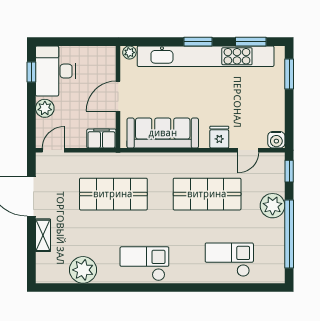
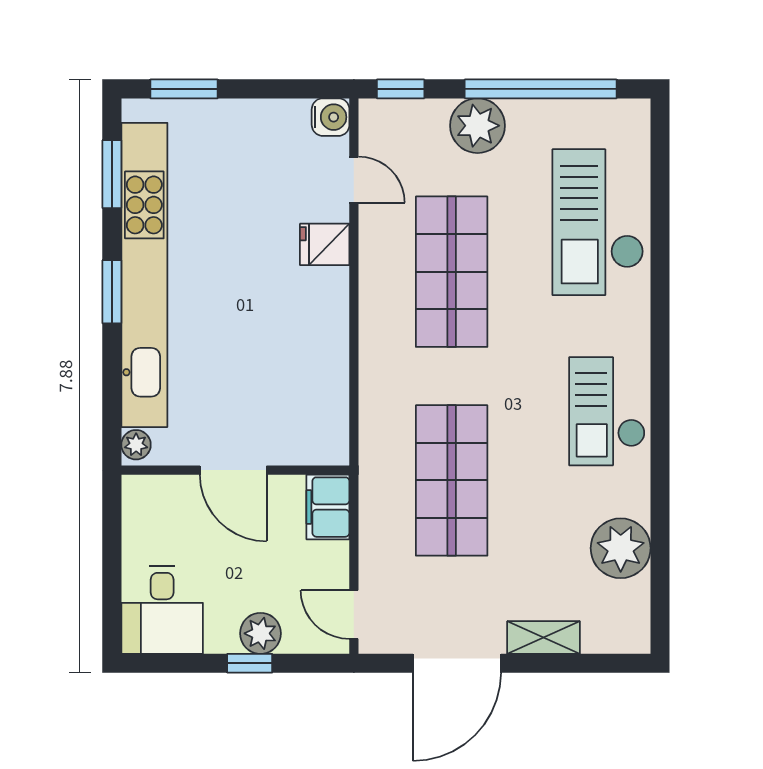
desk: (55, 71) -> (162, 610), width x0.73
window: (31, 72) -> (250, 663), moved
sofa: (163, 133) -> (316, 370), removed
checkout: (229, 260) -> (598, 222), width x1.36, depth x1.21

